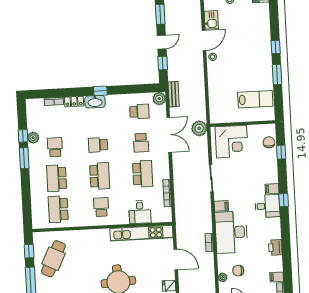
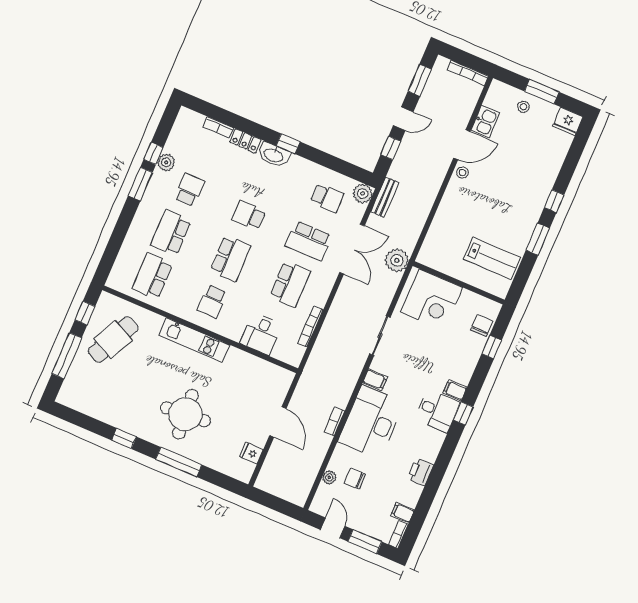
school desk: (141, 143) -> (309, 241), width x1.85
school desk: (101, 207) -> (212, 301), turned 180
kitchen unit: (141, 233) -> (194, 340), moved, width x0.73

